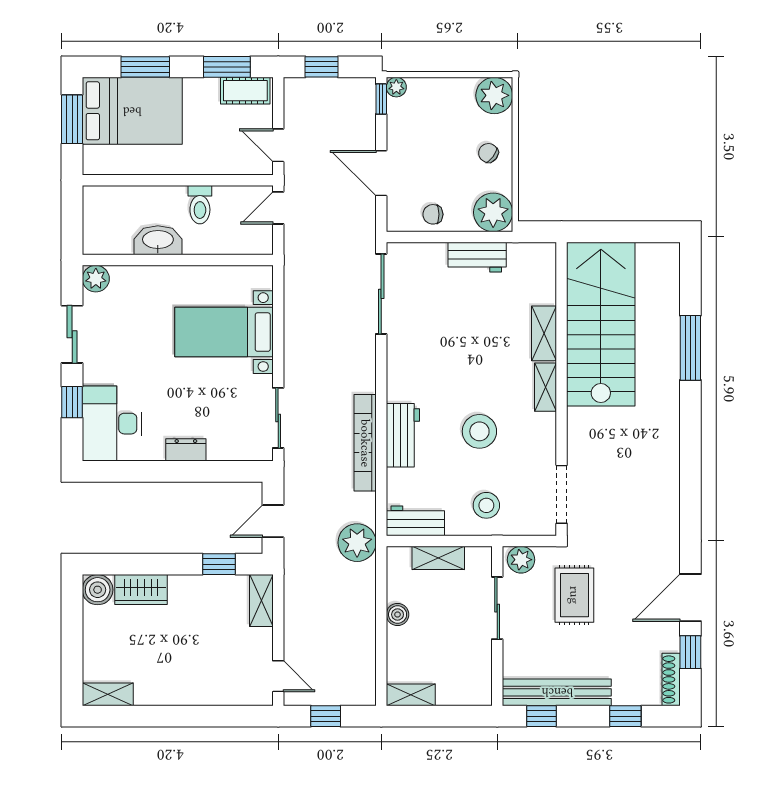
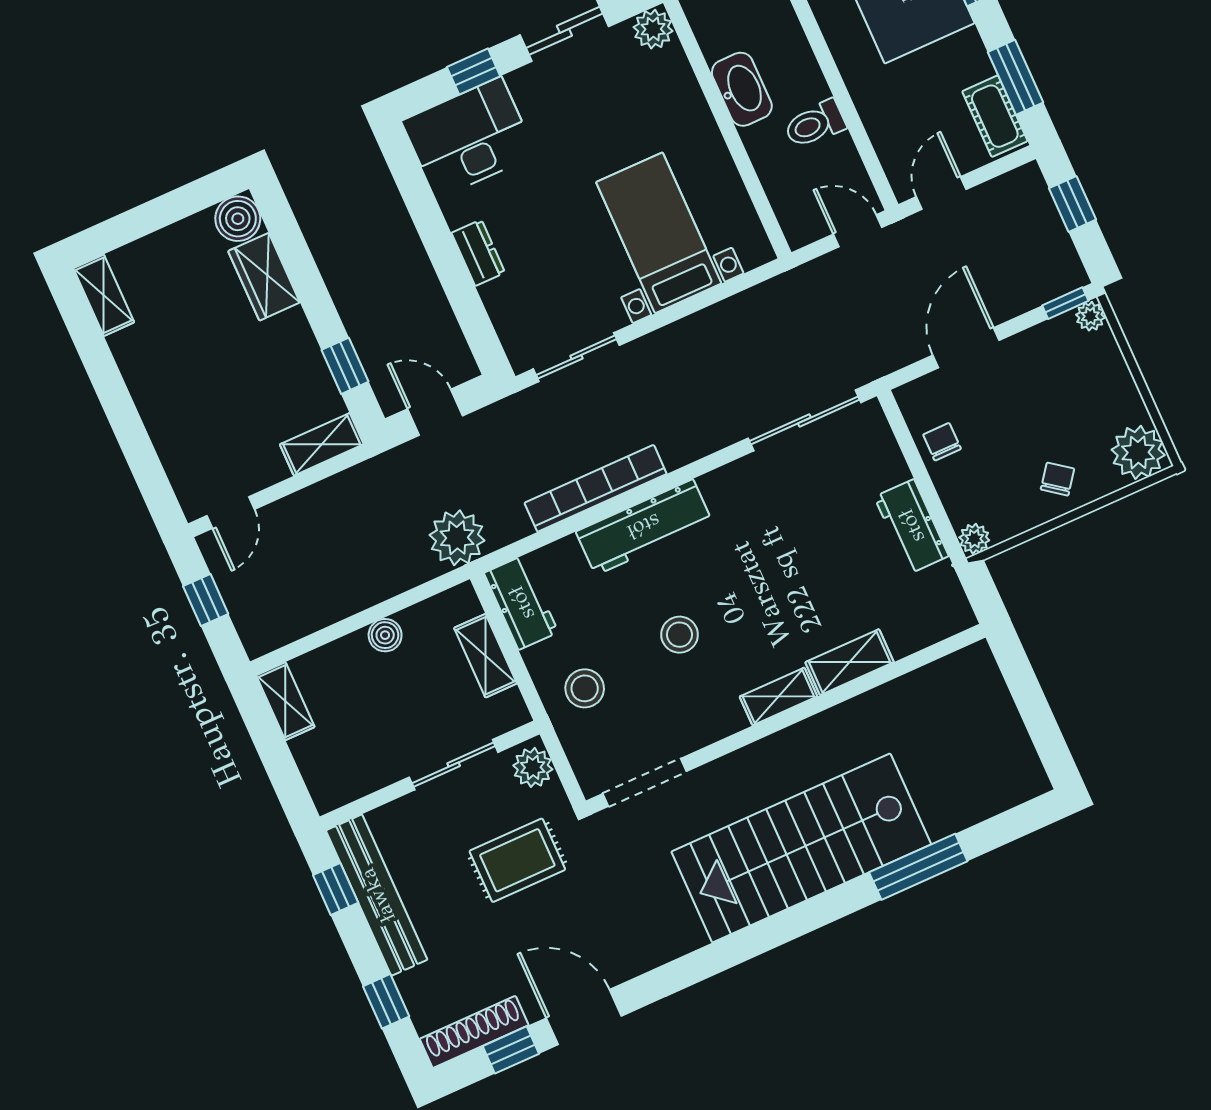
plant: (493, 212) -> (974, 539), width x0.53, depth x0.53
stairs: (601, 324) -> (801, 848), moved, turned 180
stool: (479, 431) -> (680, 635), width x0.73, depth x0.73
workbench: (403, 435) -> (644, 527), width x1.37
shoe rack: (671, 679) -> (474, 1032), width x1.36, depth x1.24

